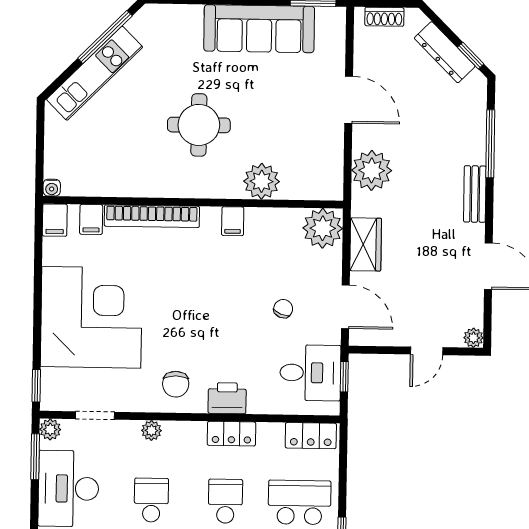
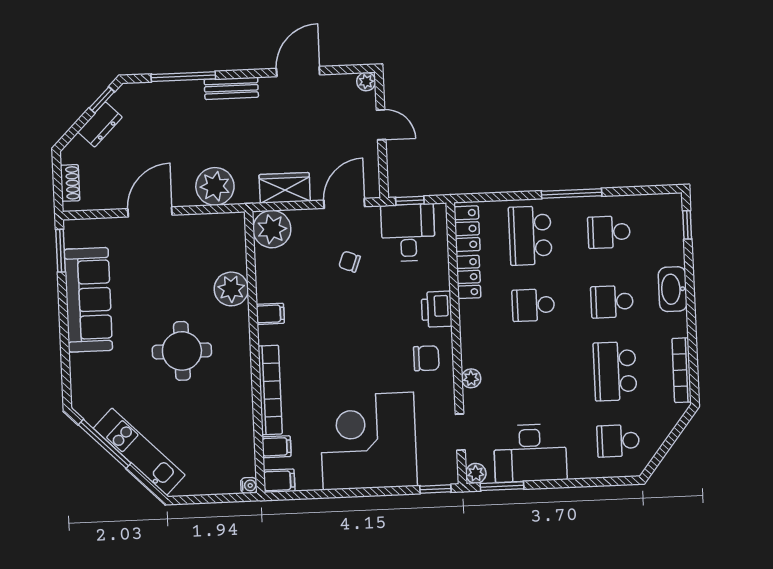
dresser: (445, 52) -> (100, 124), width x0.70
locker: (232, 434) -> (468, 277), moved
school desk: (151, 500) -> (536, 375), removed

